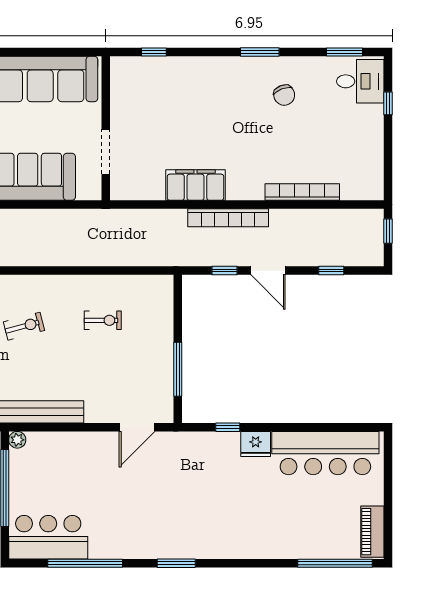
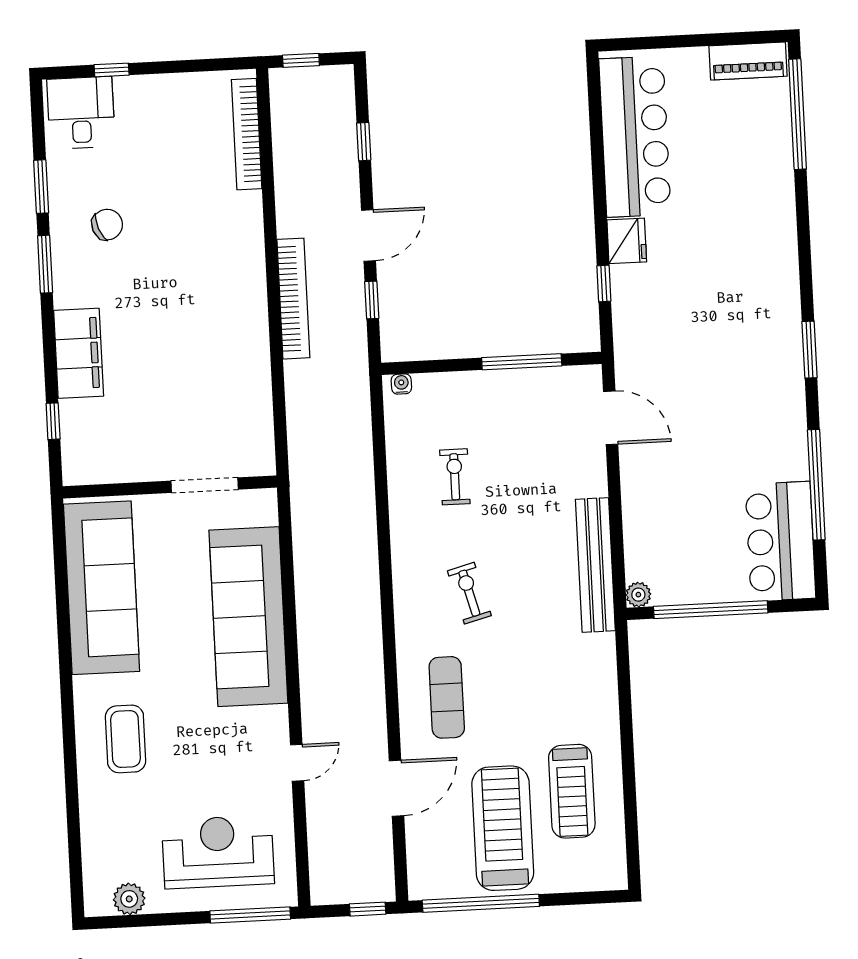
window: (345, 52) -> (41, 187), moved
filing cabinet: (196, 185) -> (79, 353), moved, turned 180
bookcase: (302, 192) -> (247, 134), moved
water cooler: (167, 288) -> (401, 384), added

